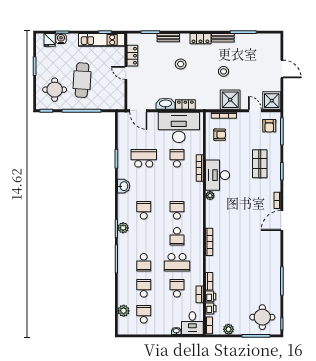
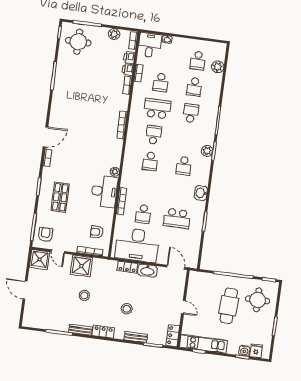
locker: (132, 56) -> (173, 336), moved

